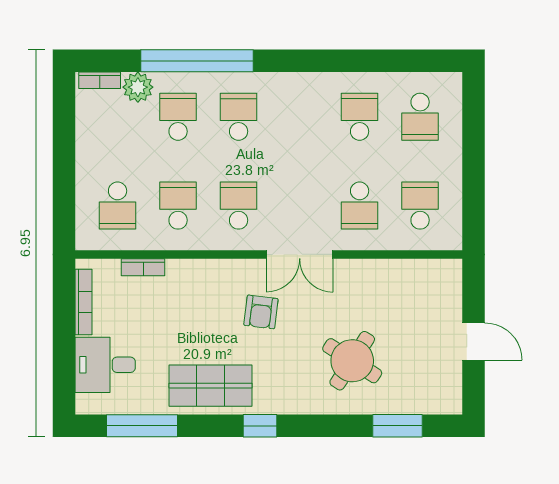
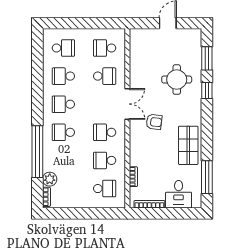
school desk: (178, 117) -> (63, 104), moved
round table: (352, 361) -> (177, 80), turned -33
window: (260, 426) -> (207, 91), moved

